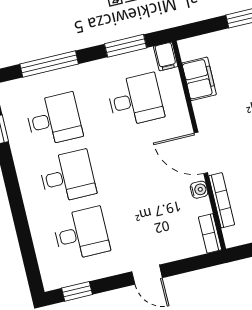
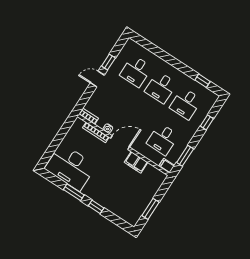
window: (49, 64) -> (207, 122), width x0.46
filing cabinet: (199, 79) -> (136, 162), moved
window: (77, 291) -> (108, 62), moved

